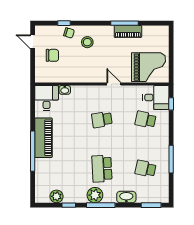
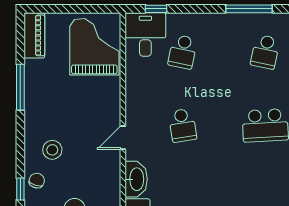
piano: (128, 31) -> (34, 35), moved
door: (114, 84) -> (123, 138), moved
washbasin: (65, 90) -> (136, 179), width x1.91, depth x1.45

